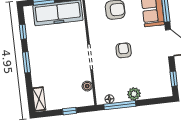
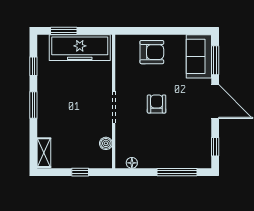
plant: (134, 94) -> (163, 160), removed
window: (120, 105) -> (177, 172), moved

